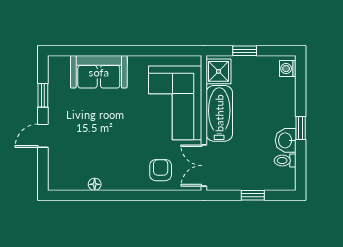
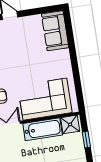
sofa: (99, 72) -> (55, 31), moved
window: (43, 95) -> (36, 11), removed

